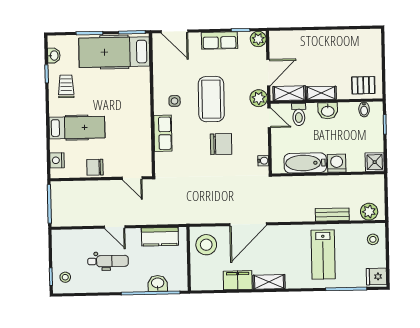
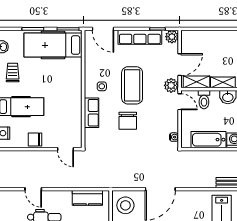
row of seats: (219, 41) -> (140, 37), width x1.48
chair: (221, 144) -> (128, 121), moved, turned 90
door: (115, 227) -> (33, 189), moved

